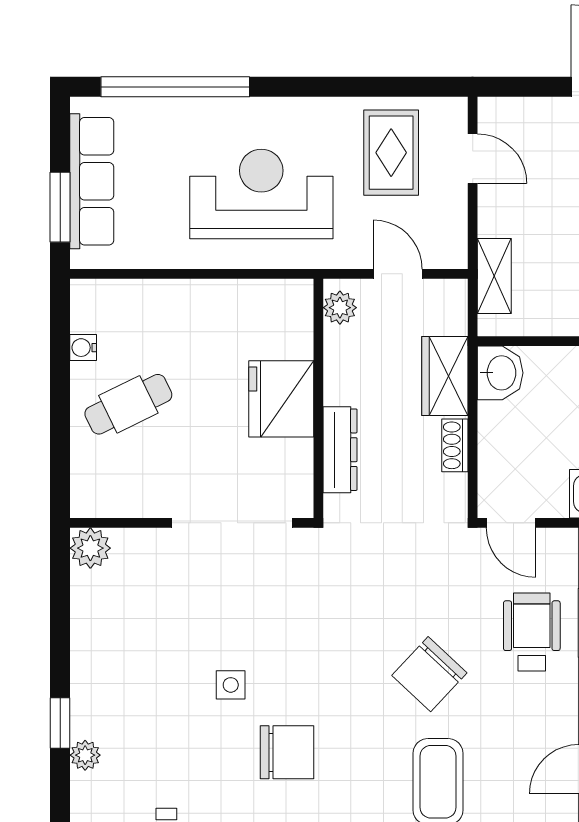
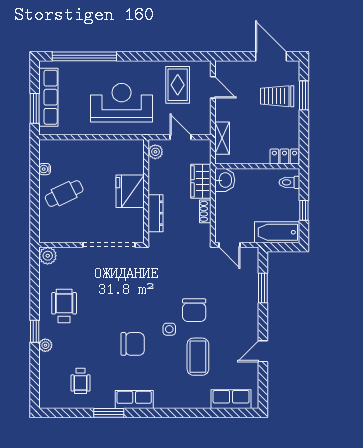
wheelchair: (532, 632) -> (64, 306), moved
chair: (429, 674) -> (194, 310), turned -43
side table: (231, 685) -> (169, 329), moved

